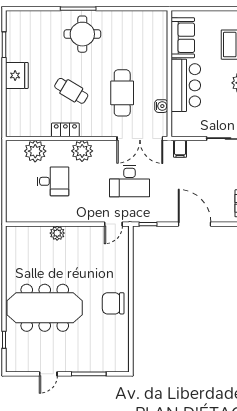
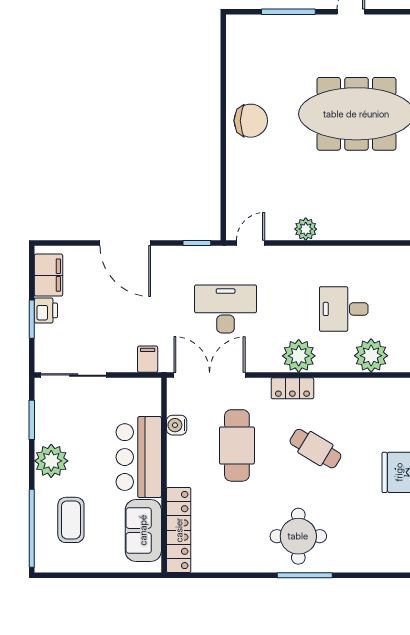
locker: (160, 38) -> (179, 530), added
locker: (65, 130) -> (292, 388), moved
plant: (57, 233) -> (306, 229), moved

